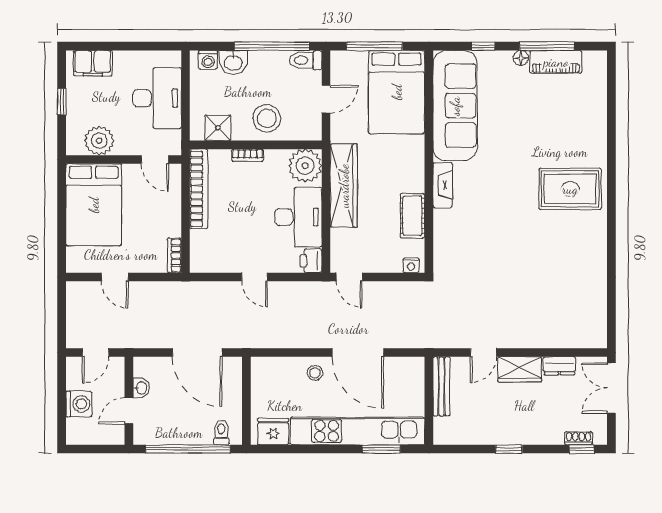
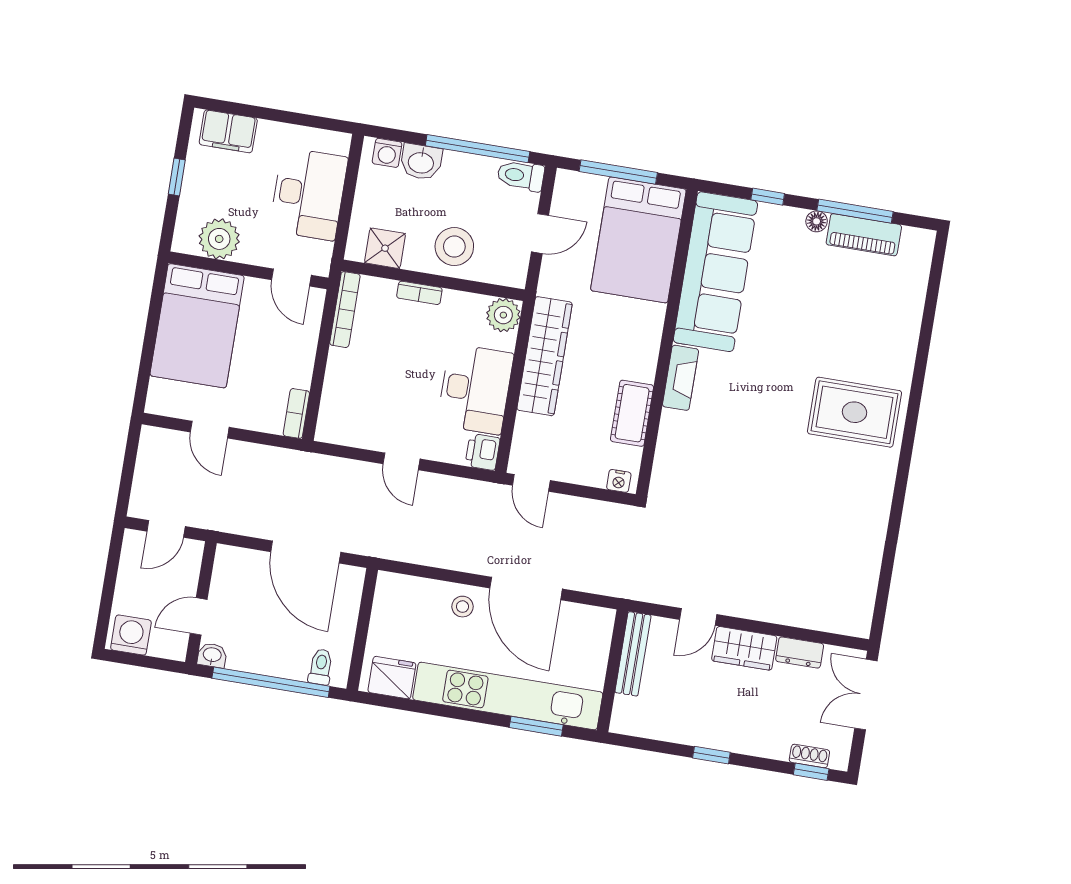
plant: (305, 166) -> (503, 315), width x0.73, depth x0.73
bookcase: (199, 189) -> (345, 310), width x0.68, depth x0.76
washbasin: (141, 388) -> (212, 655), moved, turned -90
washing machine: (79, 404) -> (131, 635), moved, turned -90

